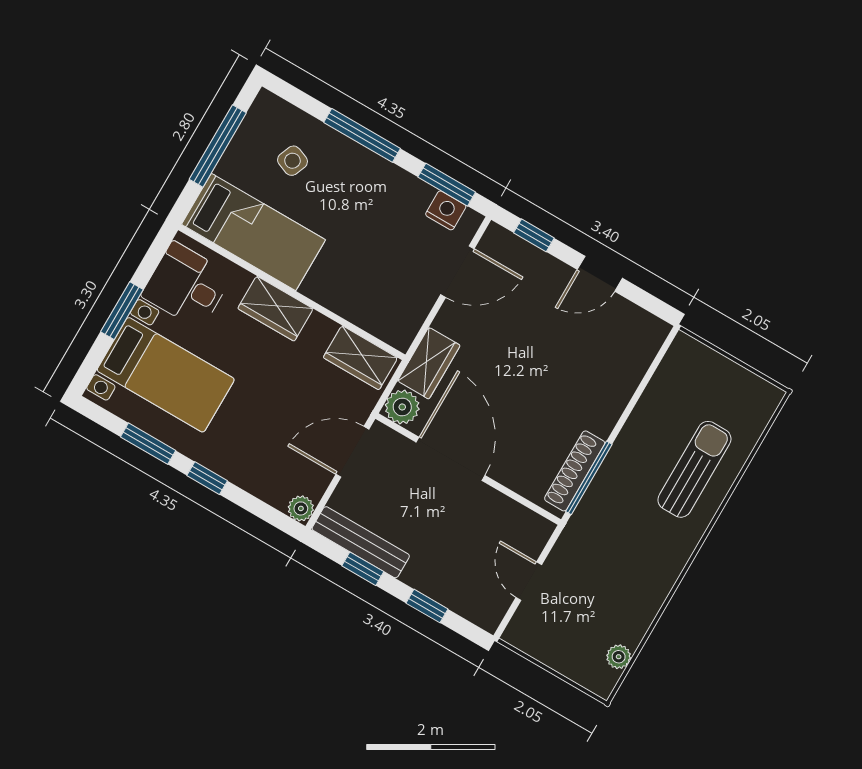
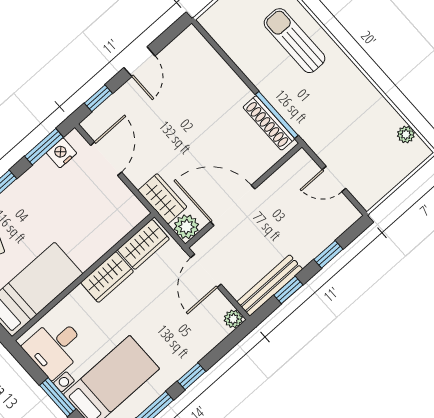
wardrobe: (275, 309) -> (107, 277), moved

